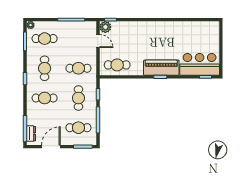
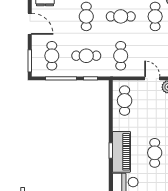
cafe table: (162, 39) -> (155, 153), added
door: (98, 41) -> (152, 78), swing flipped

